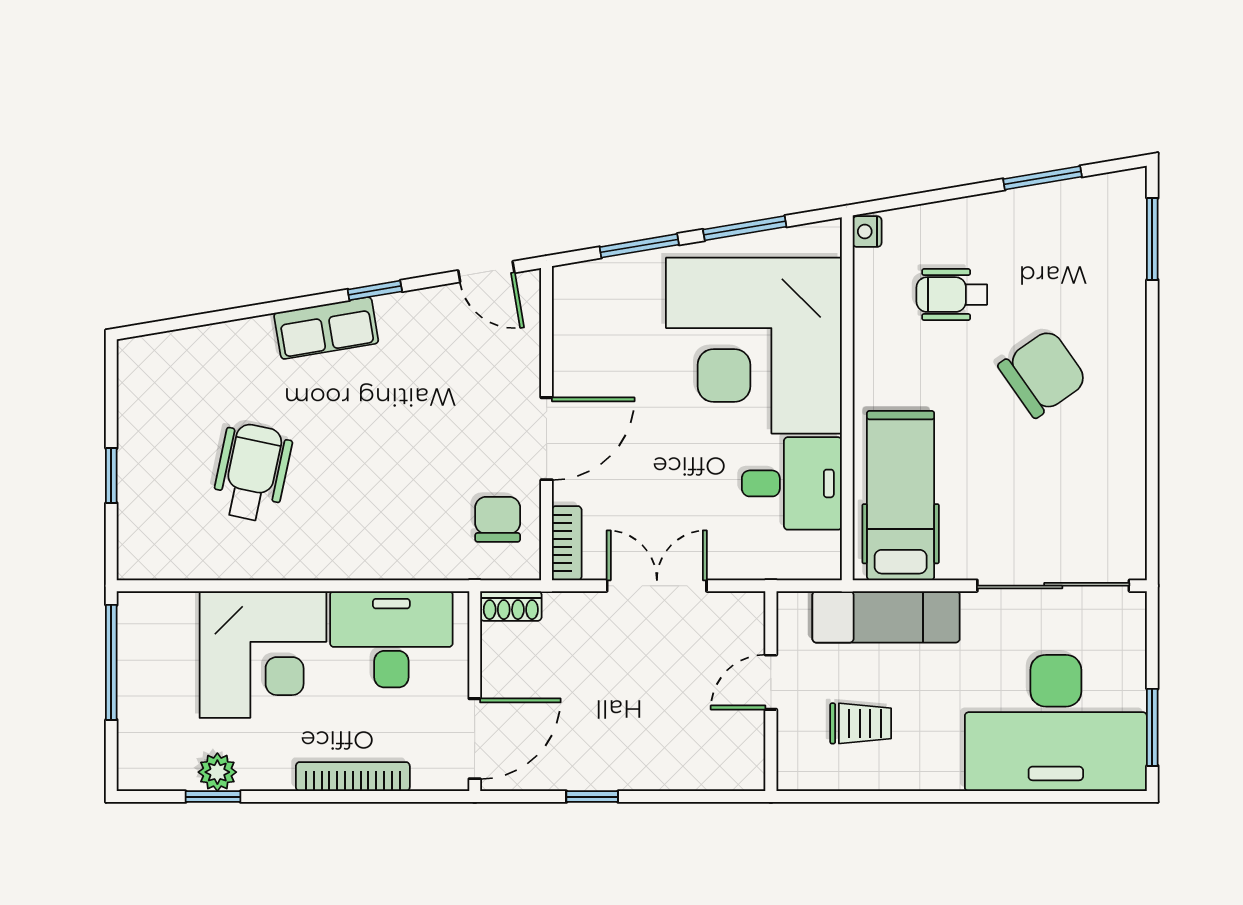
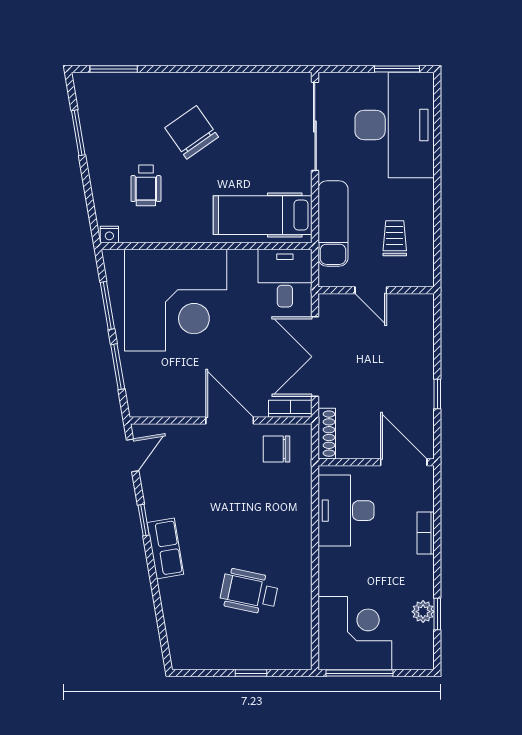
desk: (792, 483) -> (285, 278), moved
double door: (657, 586) -> (315, 357), width x1.37
shoe rack: (511, 606) -> (327, 434), width x1.43
corner desk: (263, 655) -> (355, 633), moved
bookcase: (353, 777) -> (426, 533), width x0.64

